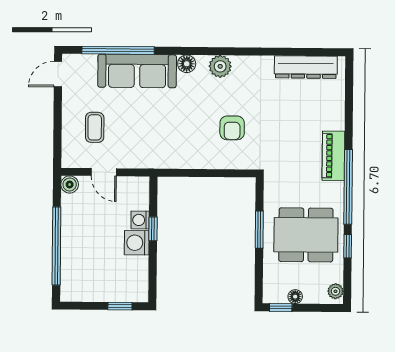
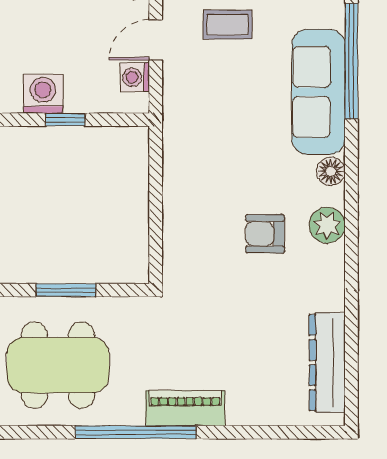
armchair: (232, 128) -> (265, 234), moved
washing machine: (140, 220) -> (135, 77), moved, turned -90
dining table: (306, 235) -> (58, 365), turned 90
window: (348, 246) -> (40, 432), removed

